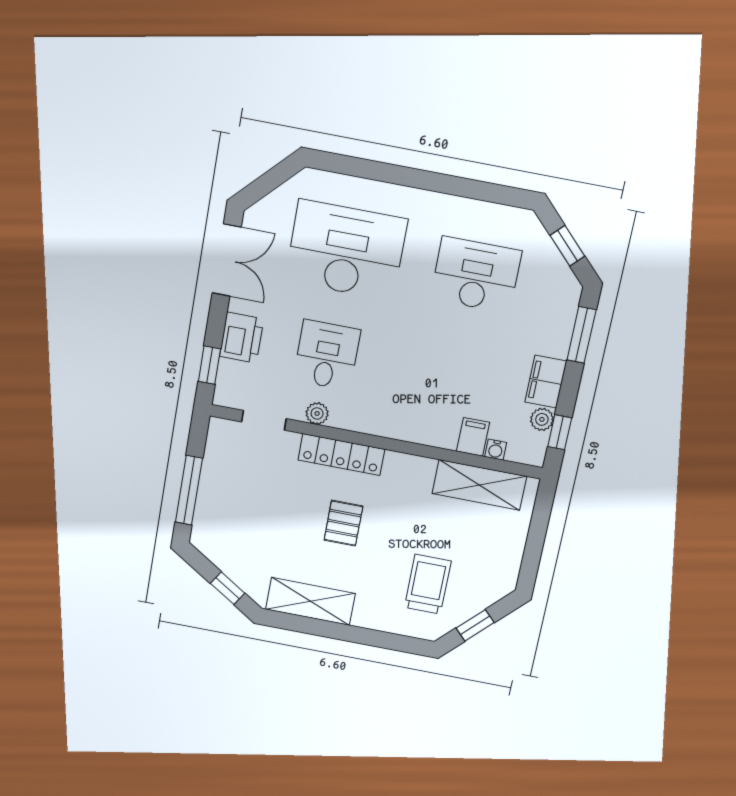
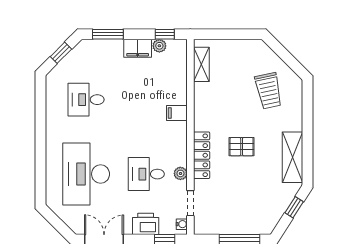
desk: (476, 275) -> (86, 100), width x0.73
filing cabinet: (473, 437) -> (177, 113), moved
water cooler: (496, 450) -> (182, 224), moved
shelving: (479, 485) -> (201, 64), width x0.67, depth x0.75
trolley: (428, 584) -> (269, 91), turned -102
window: (475, 625) -> (288, 58), removed

